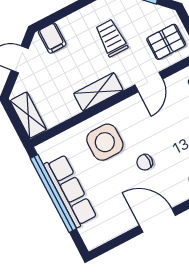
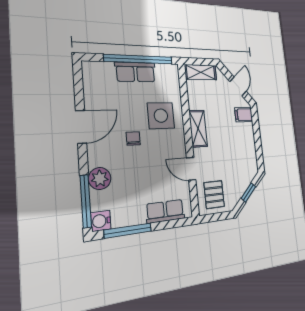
trolley: (111, 38) -> (230, 155), removed
row of seats: (70, 191) -> (135, 72), width x0.68

